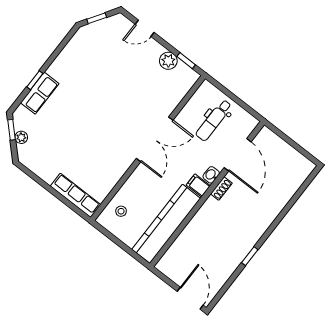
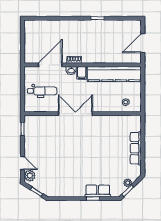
plant: (168, 61) -> (30, 176), moved
row of seats: (75, 195) -> (136, 148), moved
door: (190, 298) -> (143, 43), moved

